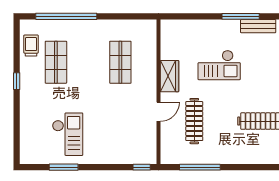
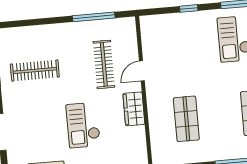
checkout: (219, 65) -> (83, 125), turned -90
window: (142, 167) -> (189, 8), moved

